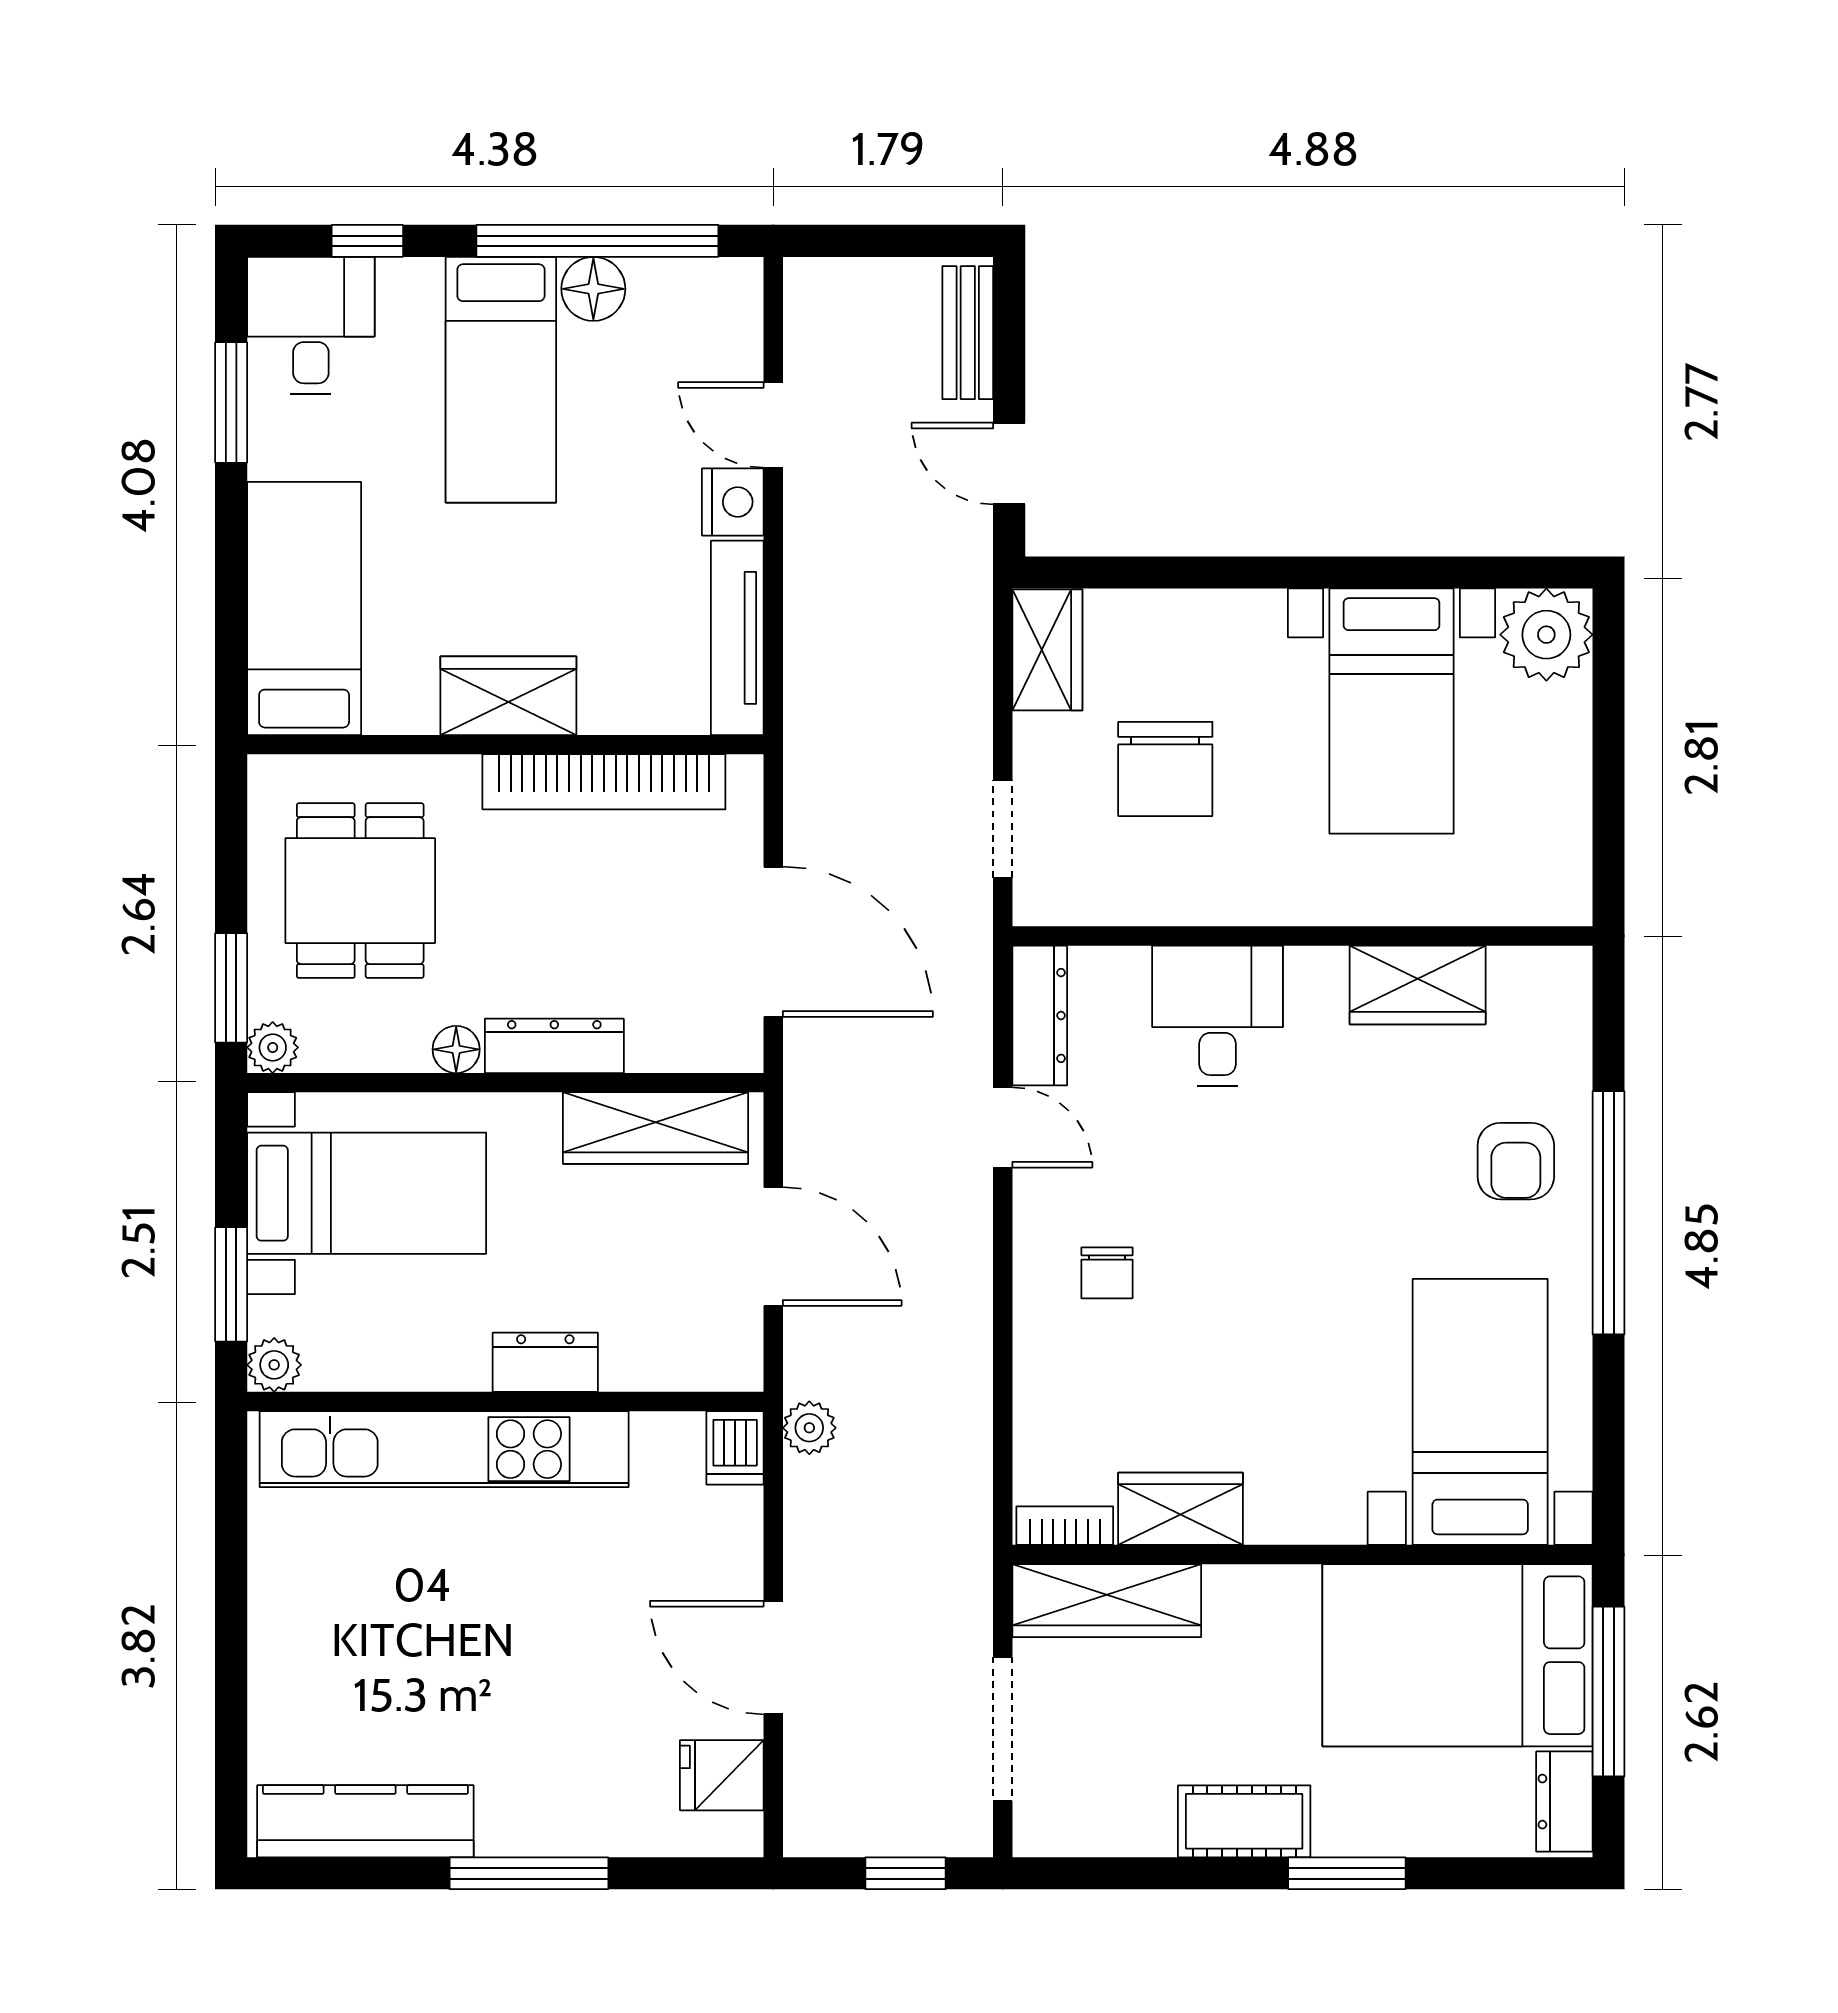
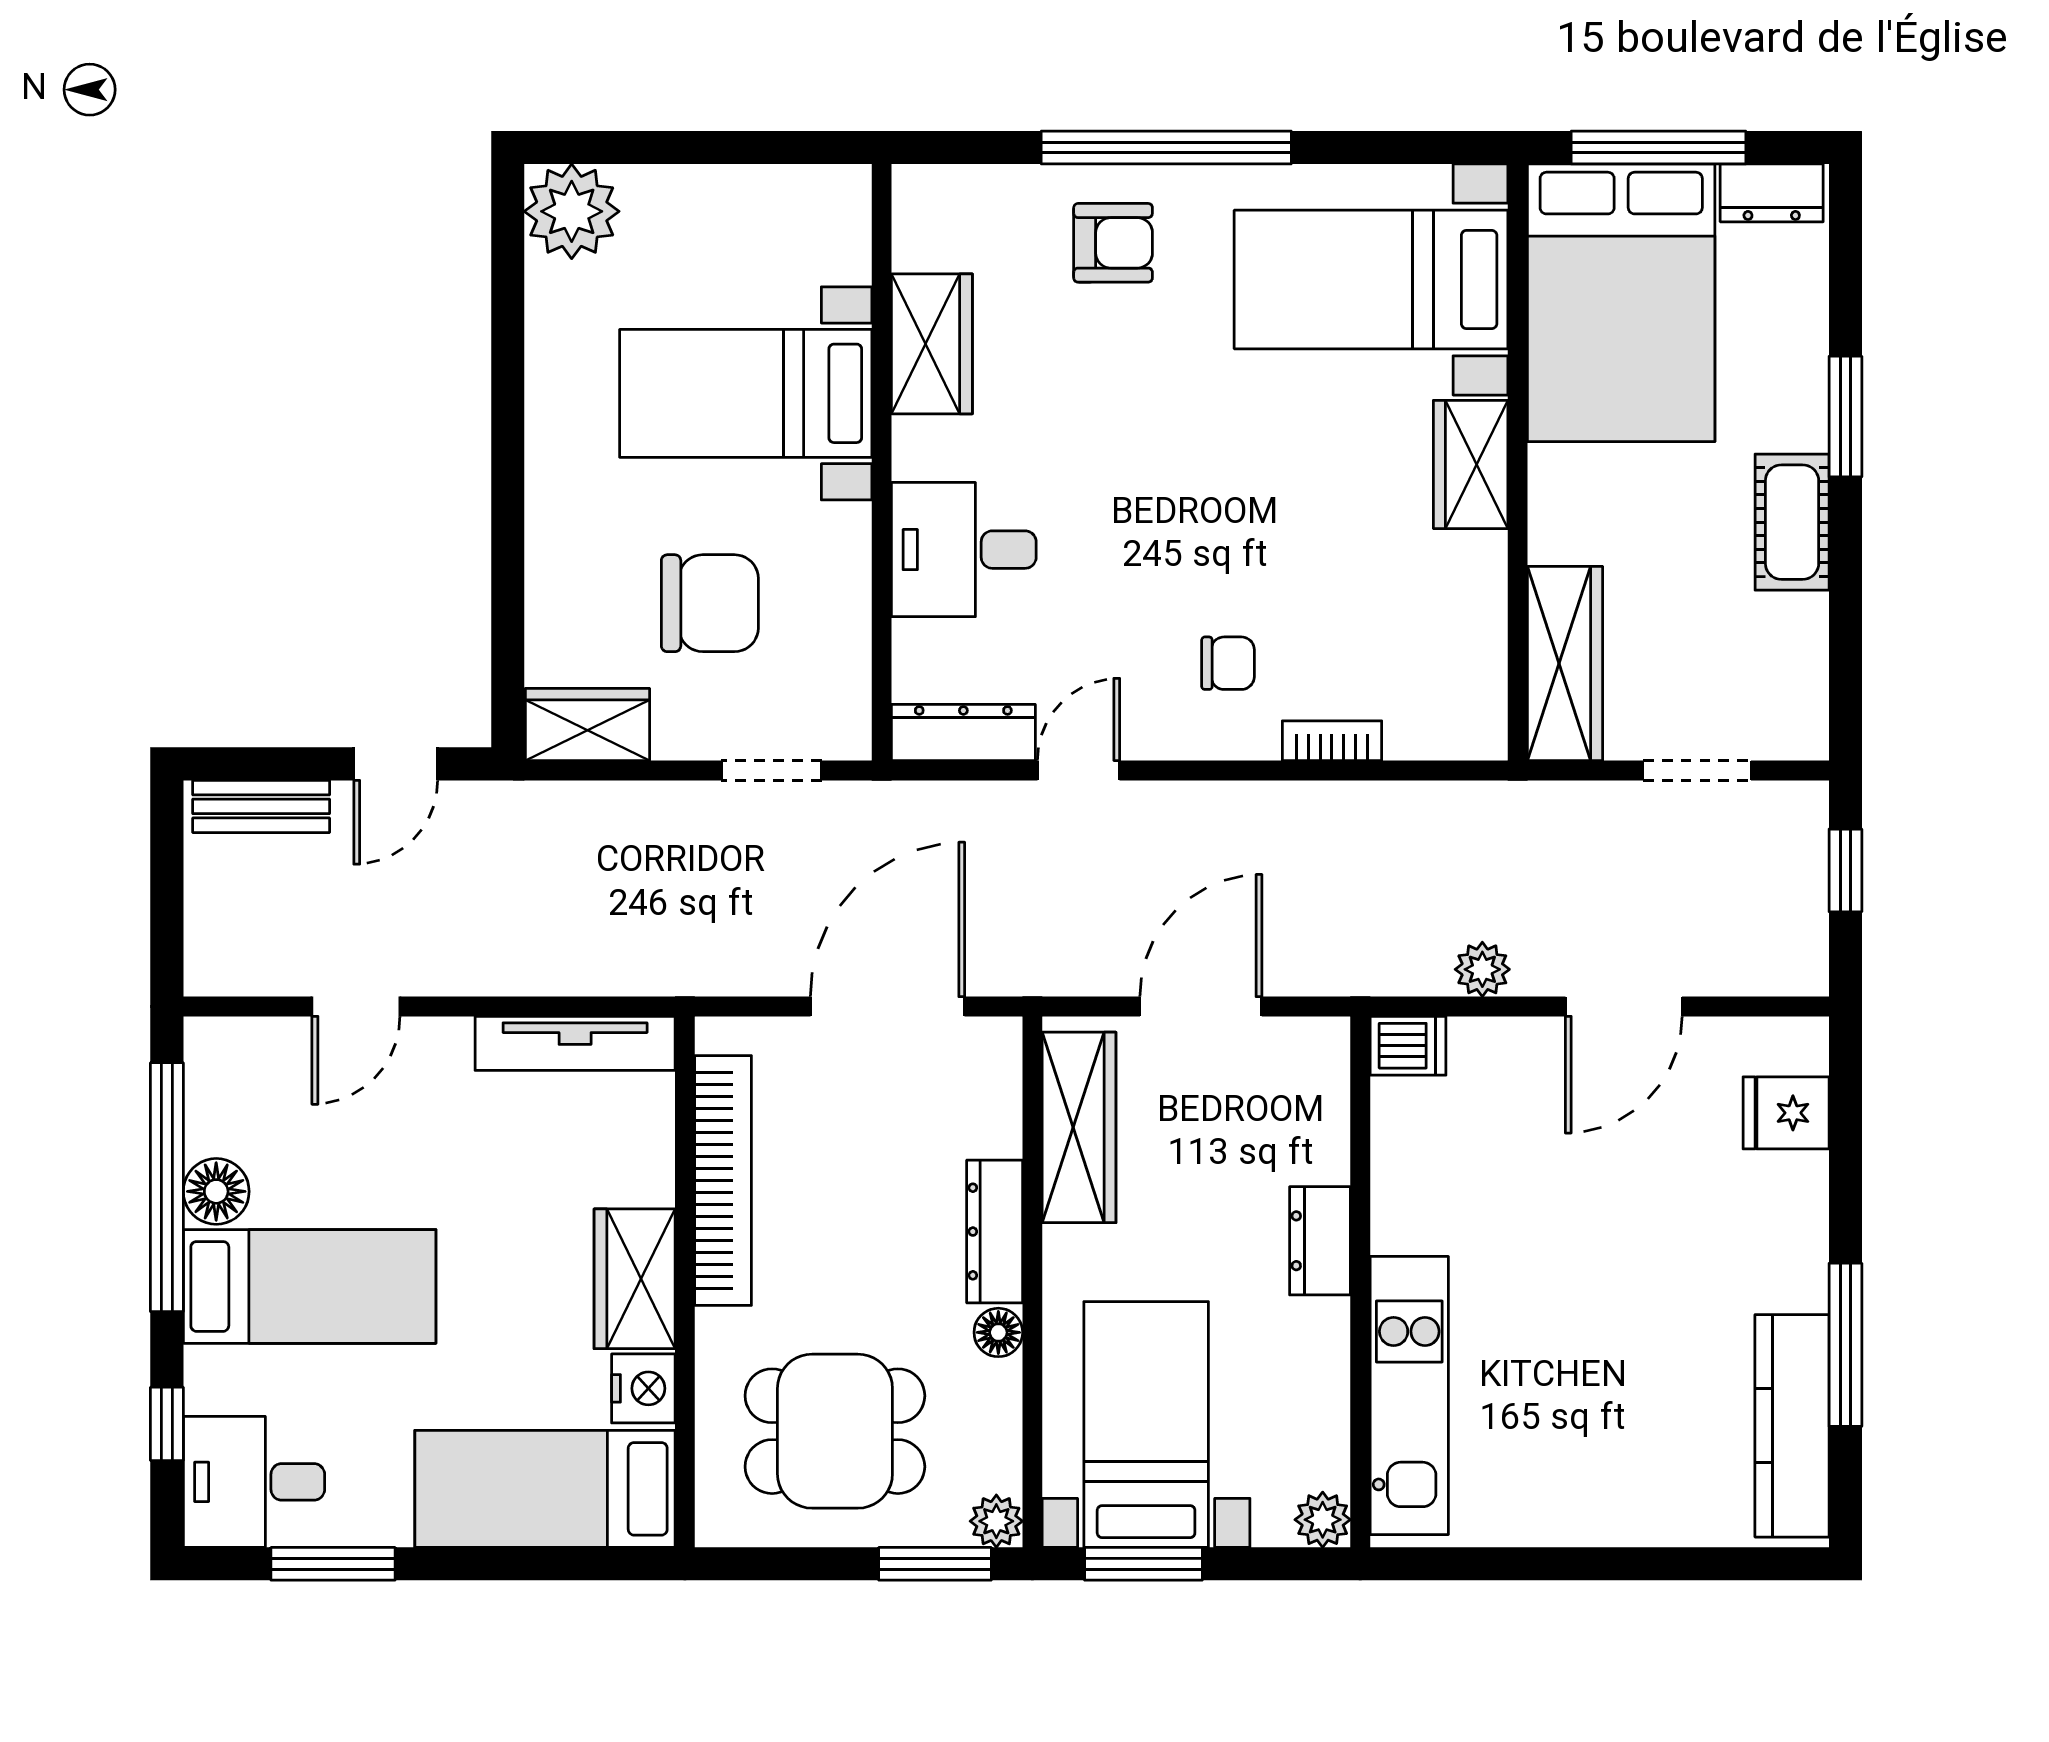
nightstand: (733, 502) -> (643, 1388), moved, turned 90
bed with nightstands: (1391, 711) -> (746, 393), moved, turned 180
window: (231, 1284) -> (1143, 1564), moved
plant: (809, 1428) -> (1482, 969), moved
kitchen unit: (444, 1449) -> (1409, 1395), width x0.73
wardrobe: (1180, 1509) -> (1471, 464), moved
bookcase: (1065, 1526) -> (1332, 741), moved, turned 90
doorway: (1003, 1729) -> (1697, 770), width x0.73
fridge: (722, 1775) -> (1786, 1113), moved, turned 90
window: (529, 1873) -> (1845, 1345), moved

